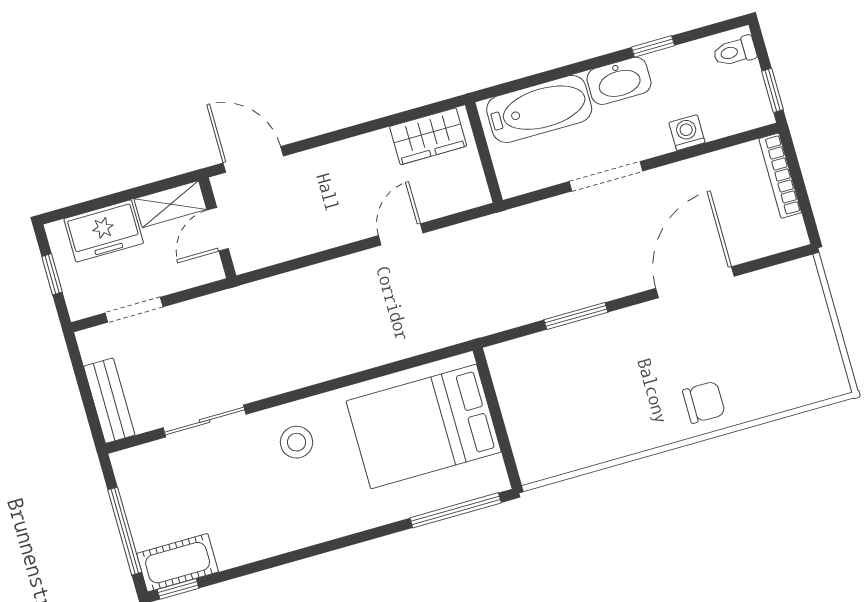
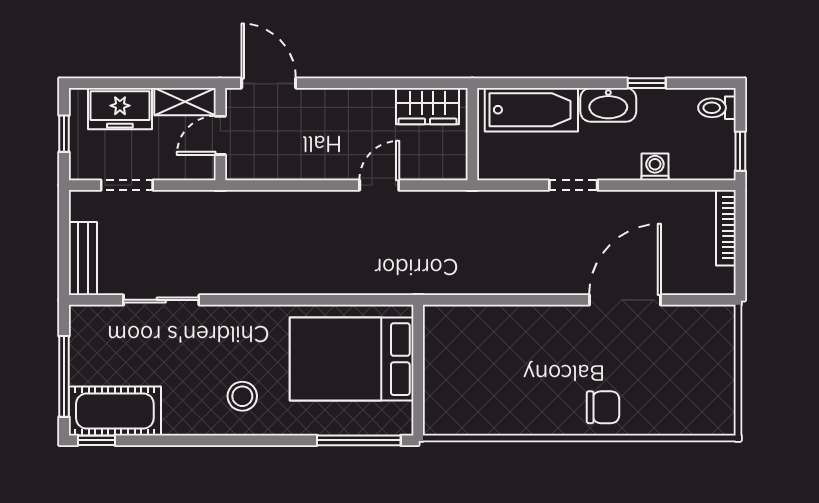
doorway: (606, 176) -> (573, 185), width x0.73
window: (576, 316) -> (512, 300), removed
stool: (297, 442) -> (242, 396), moved
cot: (178, 563) -> (115, 411), width x1.37, depth x1.34

